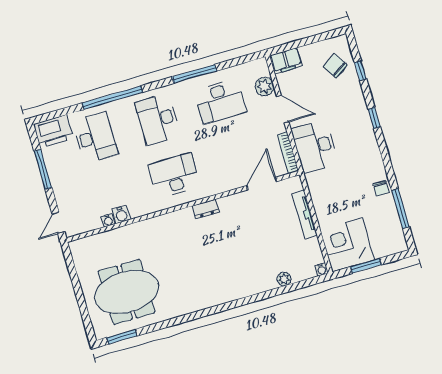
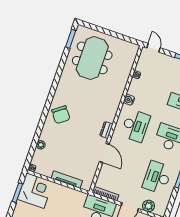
door: (262, 184) -> (104, 153), moved
water cooler: (121, 215) -> (129, 100), moved
chair: (227, 281) -> (61, 115), added

